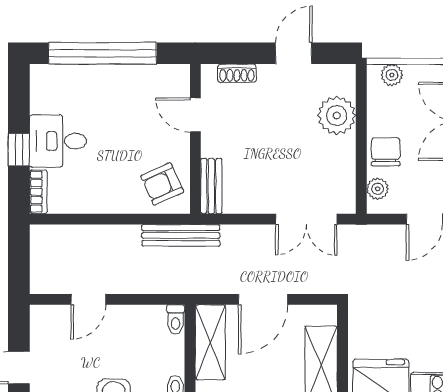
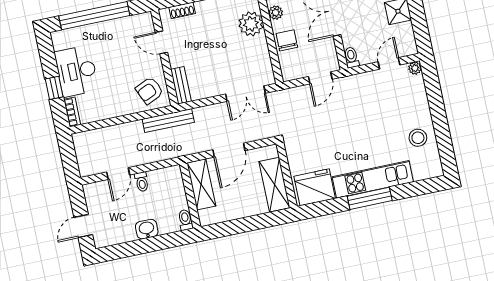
desk: (58, 141) -> (76, 71), width x1.37
plant: (378, 189) -> (276, 13), moved
toilet: (176, 319) -> (142, 182), moved

